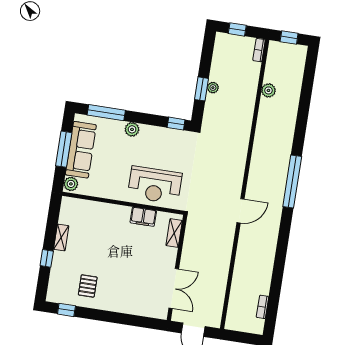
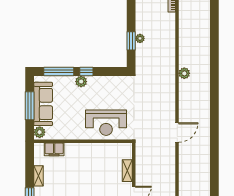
plant: (268, 90) -> (184, 73), moved
window: (176, 124) -> (86, 71), moved
window: (292, 181) -> (214, 103), removed
filing cabinet: (143, 217) -> (54, 149), moved
shelving: (174, 233) -> (127, 171), moved

